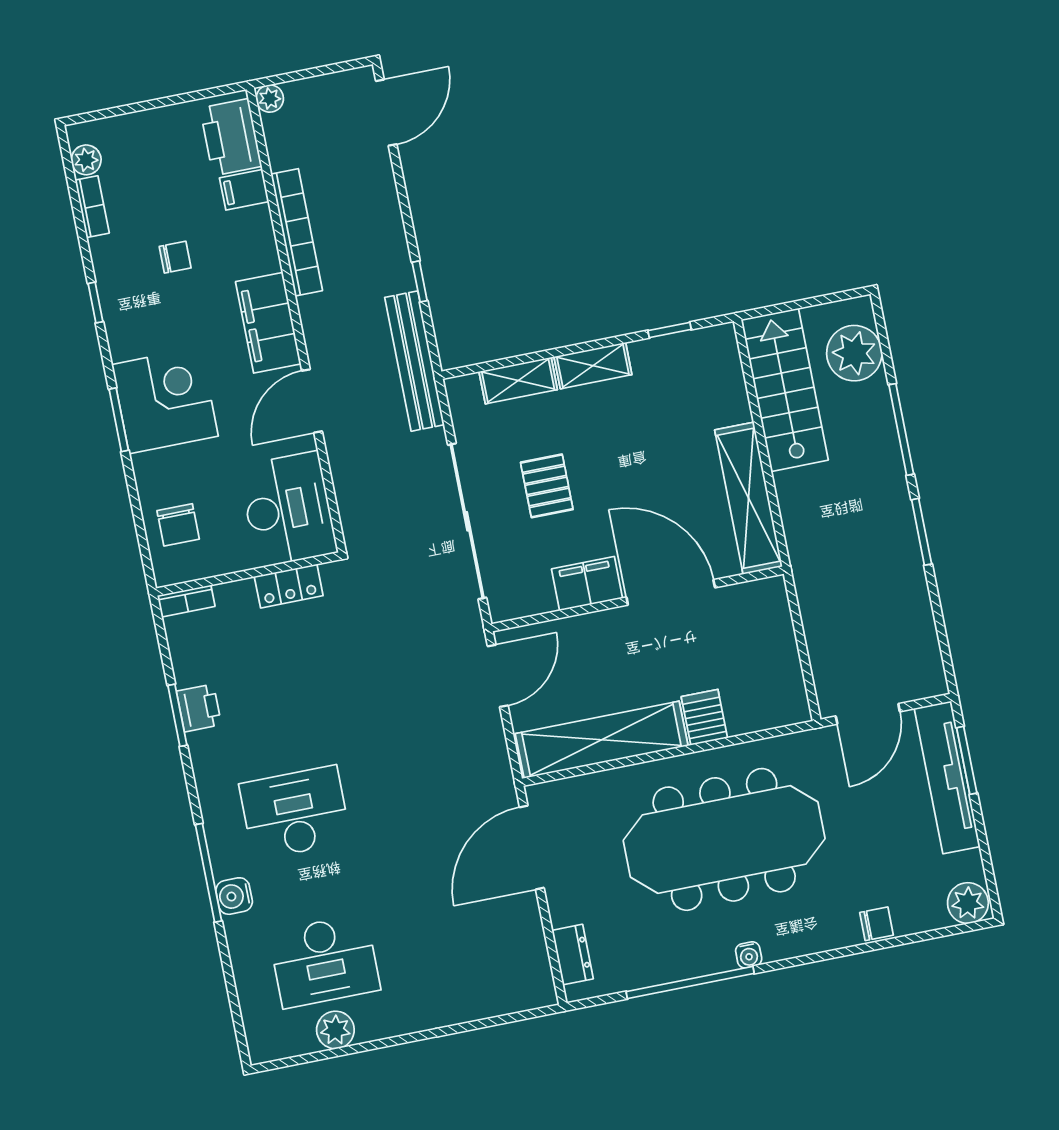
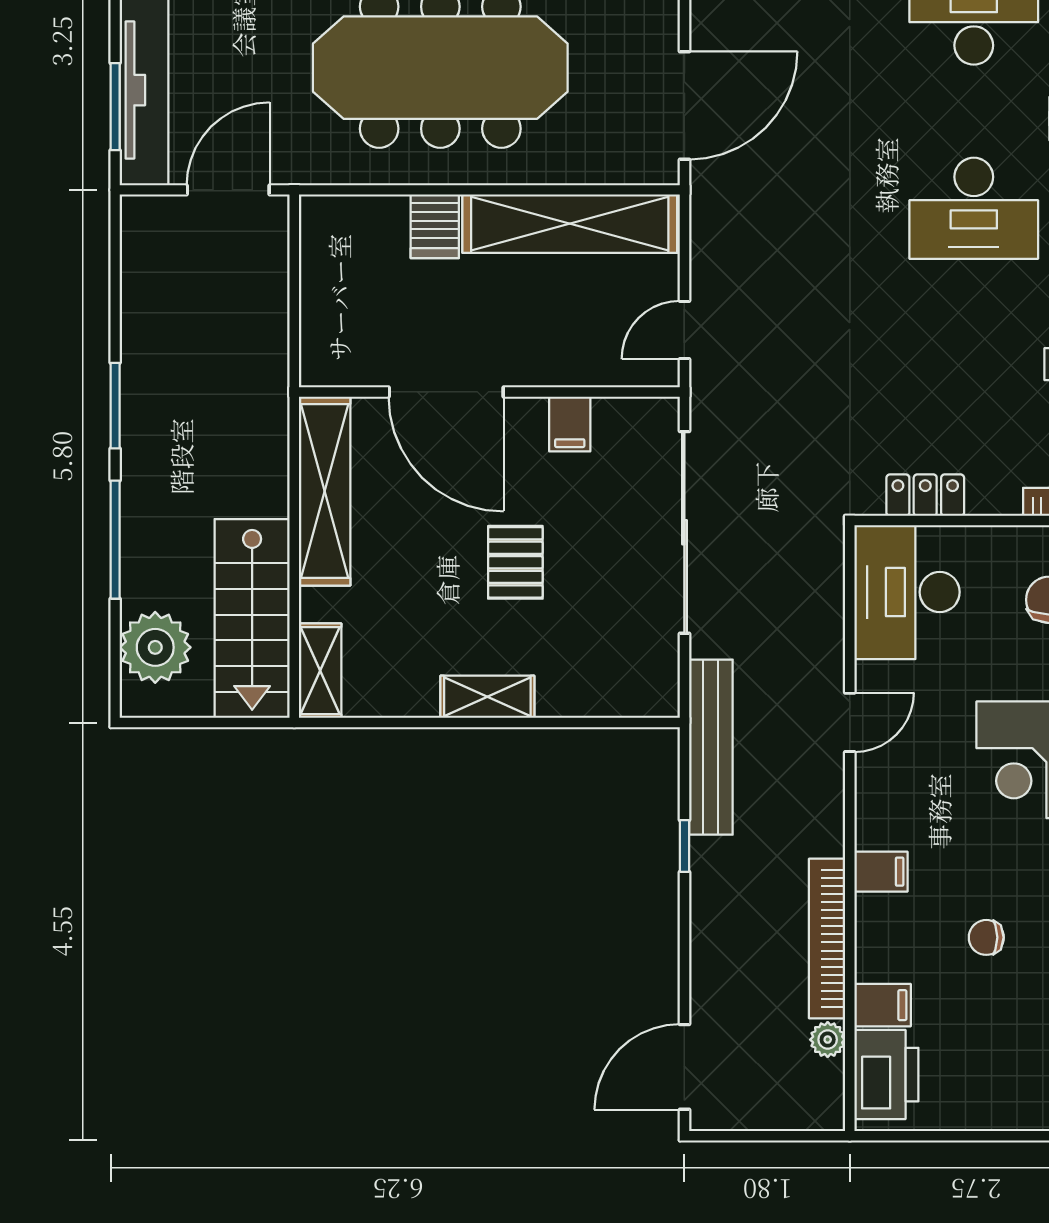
plant: (270, 99) -> (828, 1040), moved
filing cabinet: (268, 323) -> (881, 872), width x0.33, depth x0.86
window: (670, 330) -> (382, 723), removed
shelving: (518, 381) -> (320, 671), moved, turned 90
door: (312, 401) -> (850, 722), width x0.73
pallet: (547, 486) -> (515, 562), moved
filing cabinet: (587, 584) -> (570, 424), width x0.50
door: (498, 676) -> (684, 330), width x0.73

